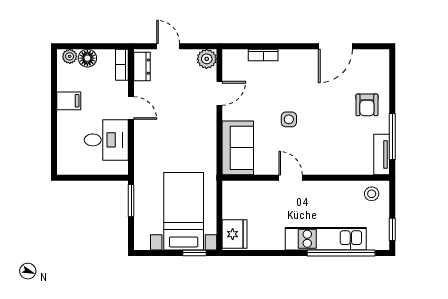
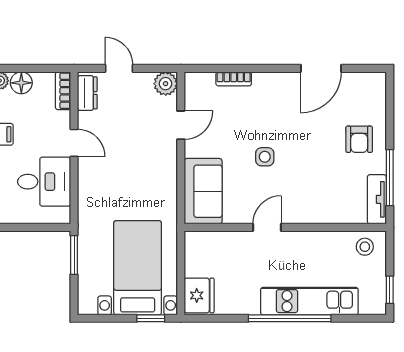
door: (291, 178) -> (267, 227), hinge flipped
window: (341, 253) -> (290, 318), moved

